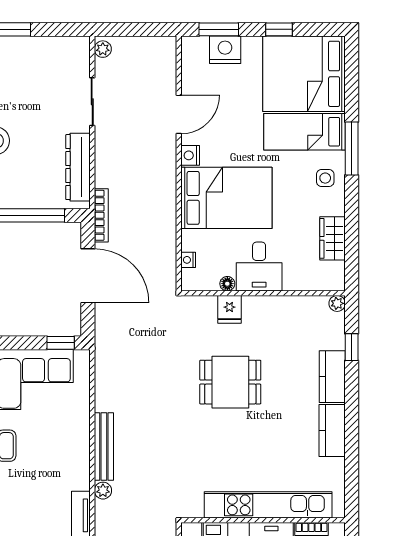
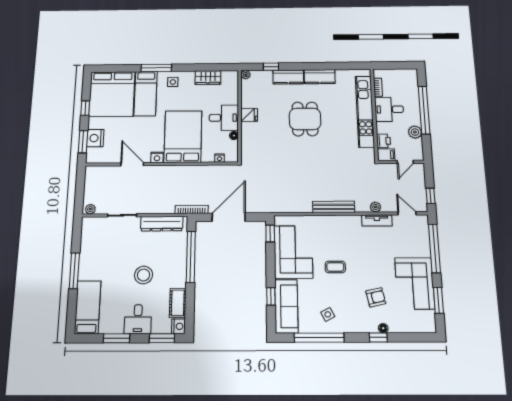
fridge: (229, 309) -> (249, 115), moved
dining table: (230, 382) -> (305, 119), moved
plant: (103, 491) -> (376, 207), moved

